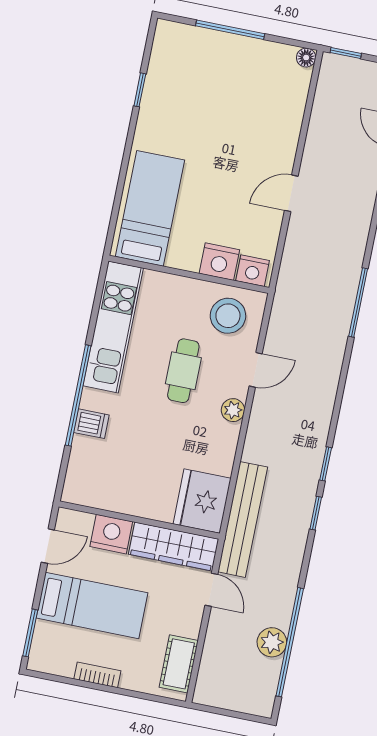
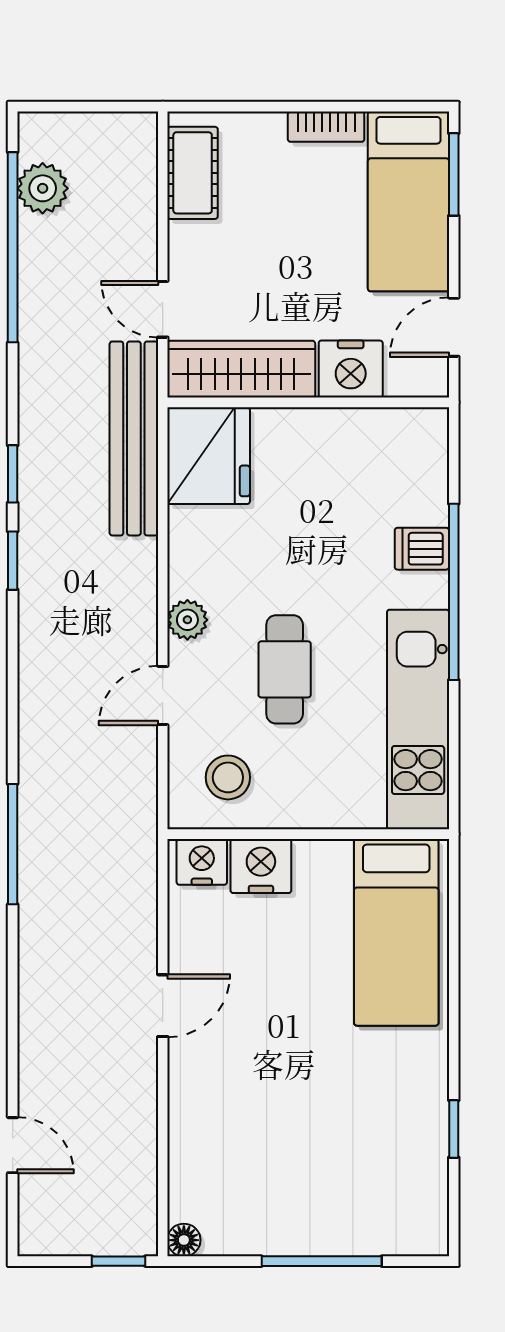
stool: (228, 316) -> (228, 777), width x0.73, depth x0.73
bed: (92, 605) -> (409, 201), moved, turned -90
plant: (272, 642) -> (43, 188), moved

